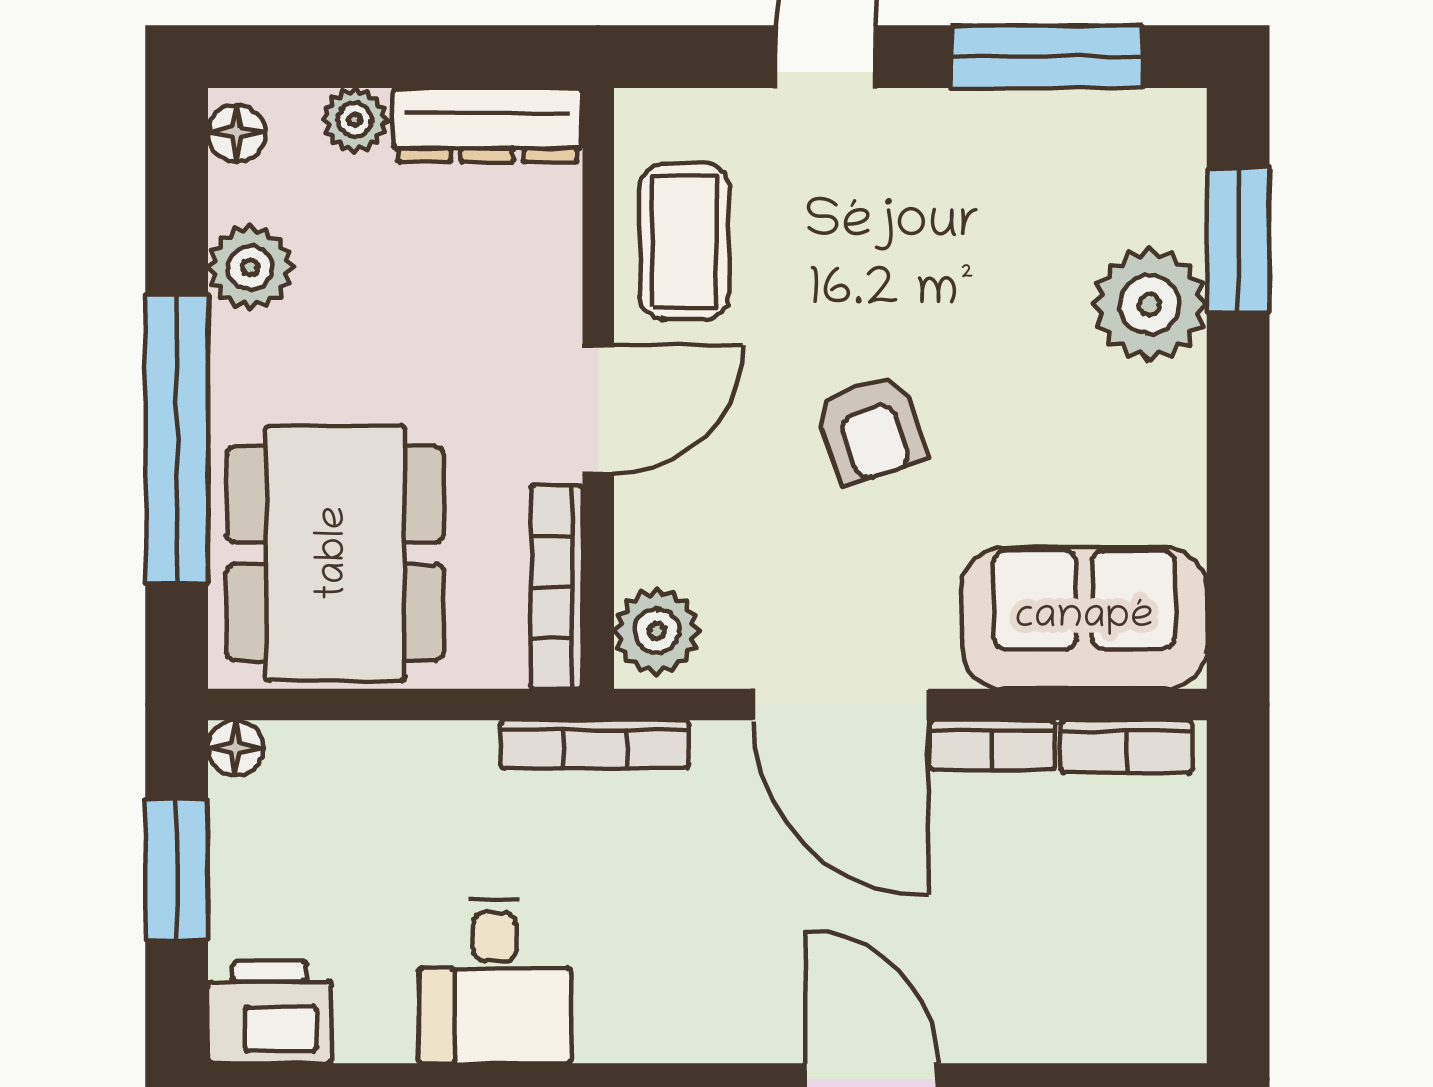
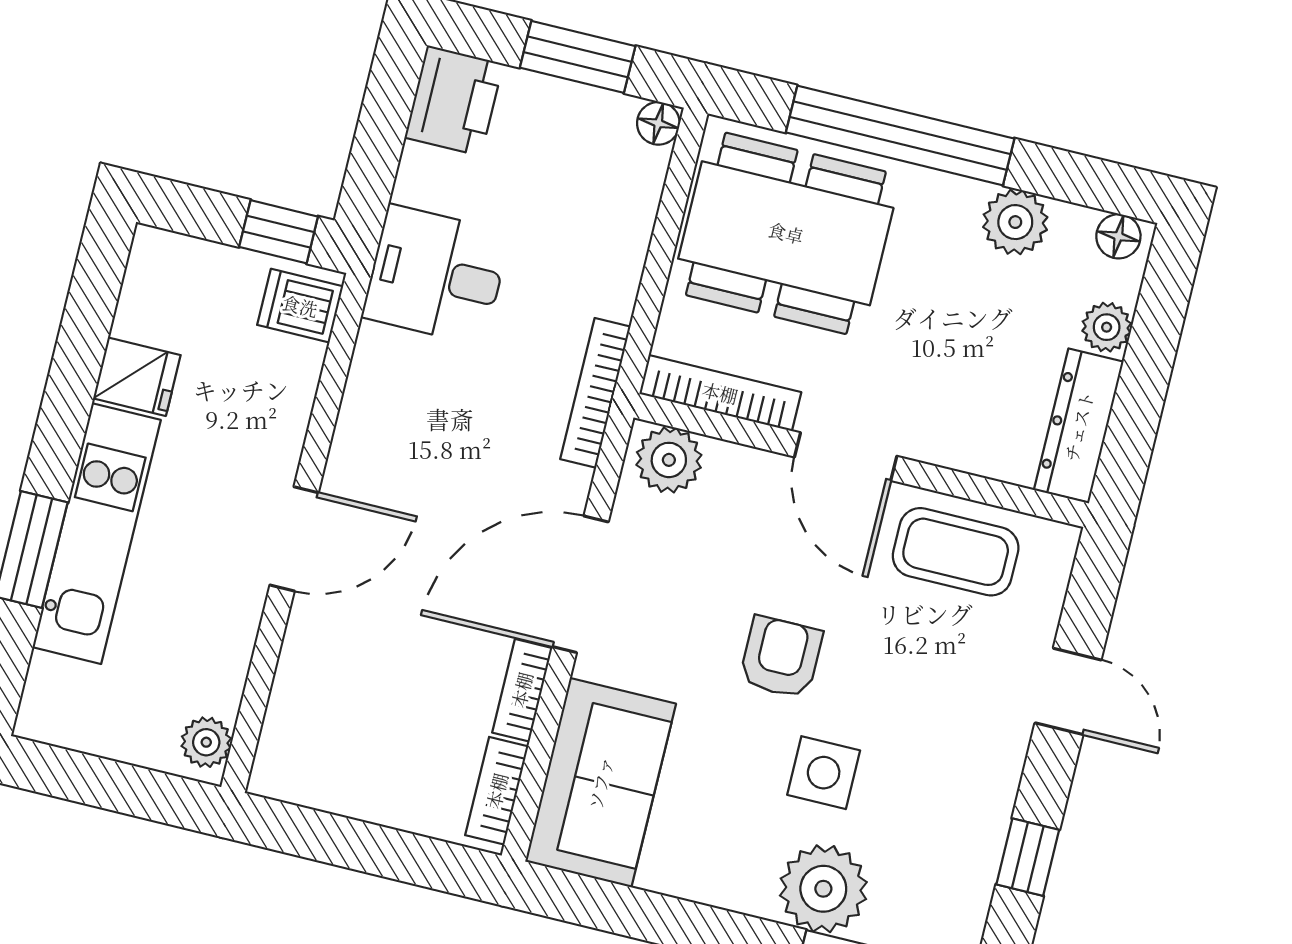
window: (1047, 57) -> (1028, 857), width x0.46
side table: (1003, 340) -> (824, 773), added
armchair: (871, 429) -> (781, 657), turned 109

